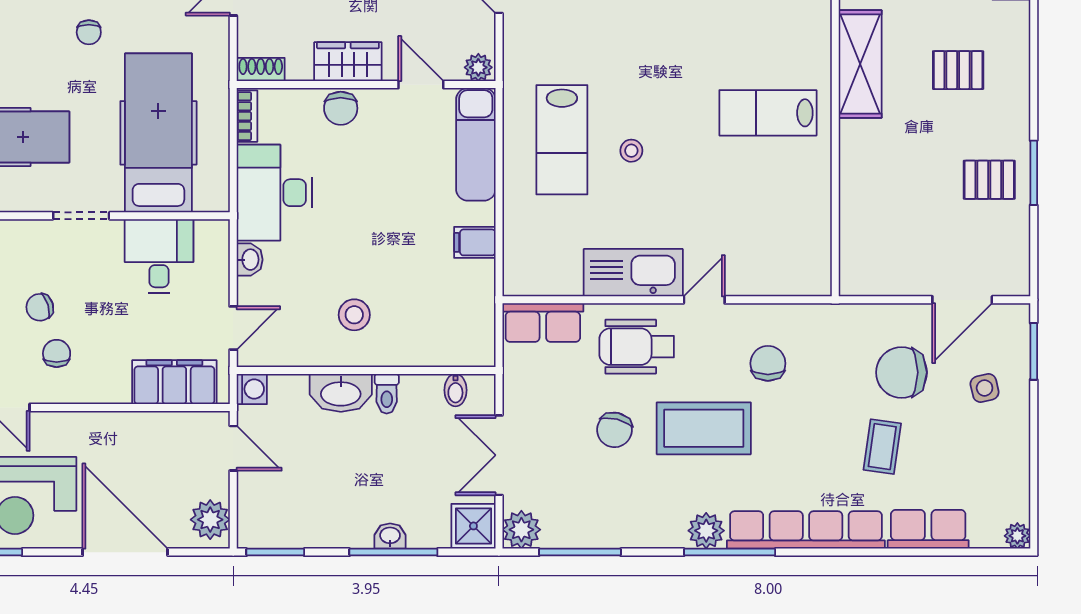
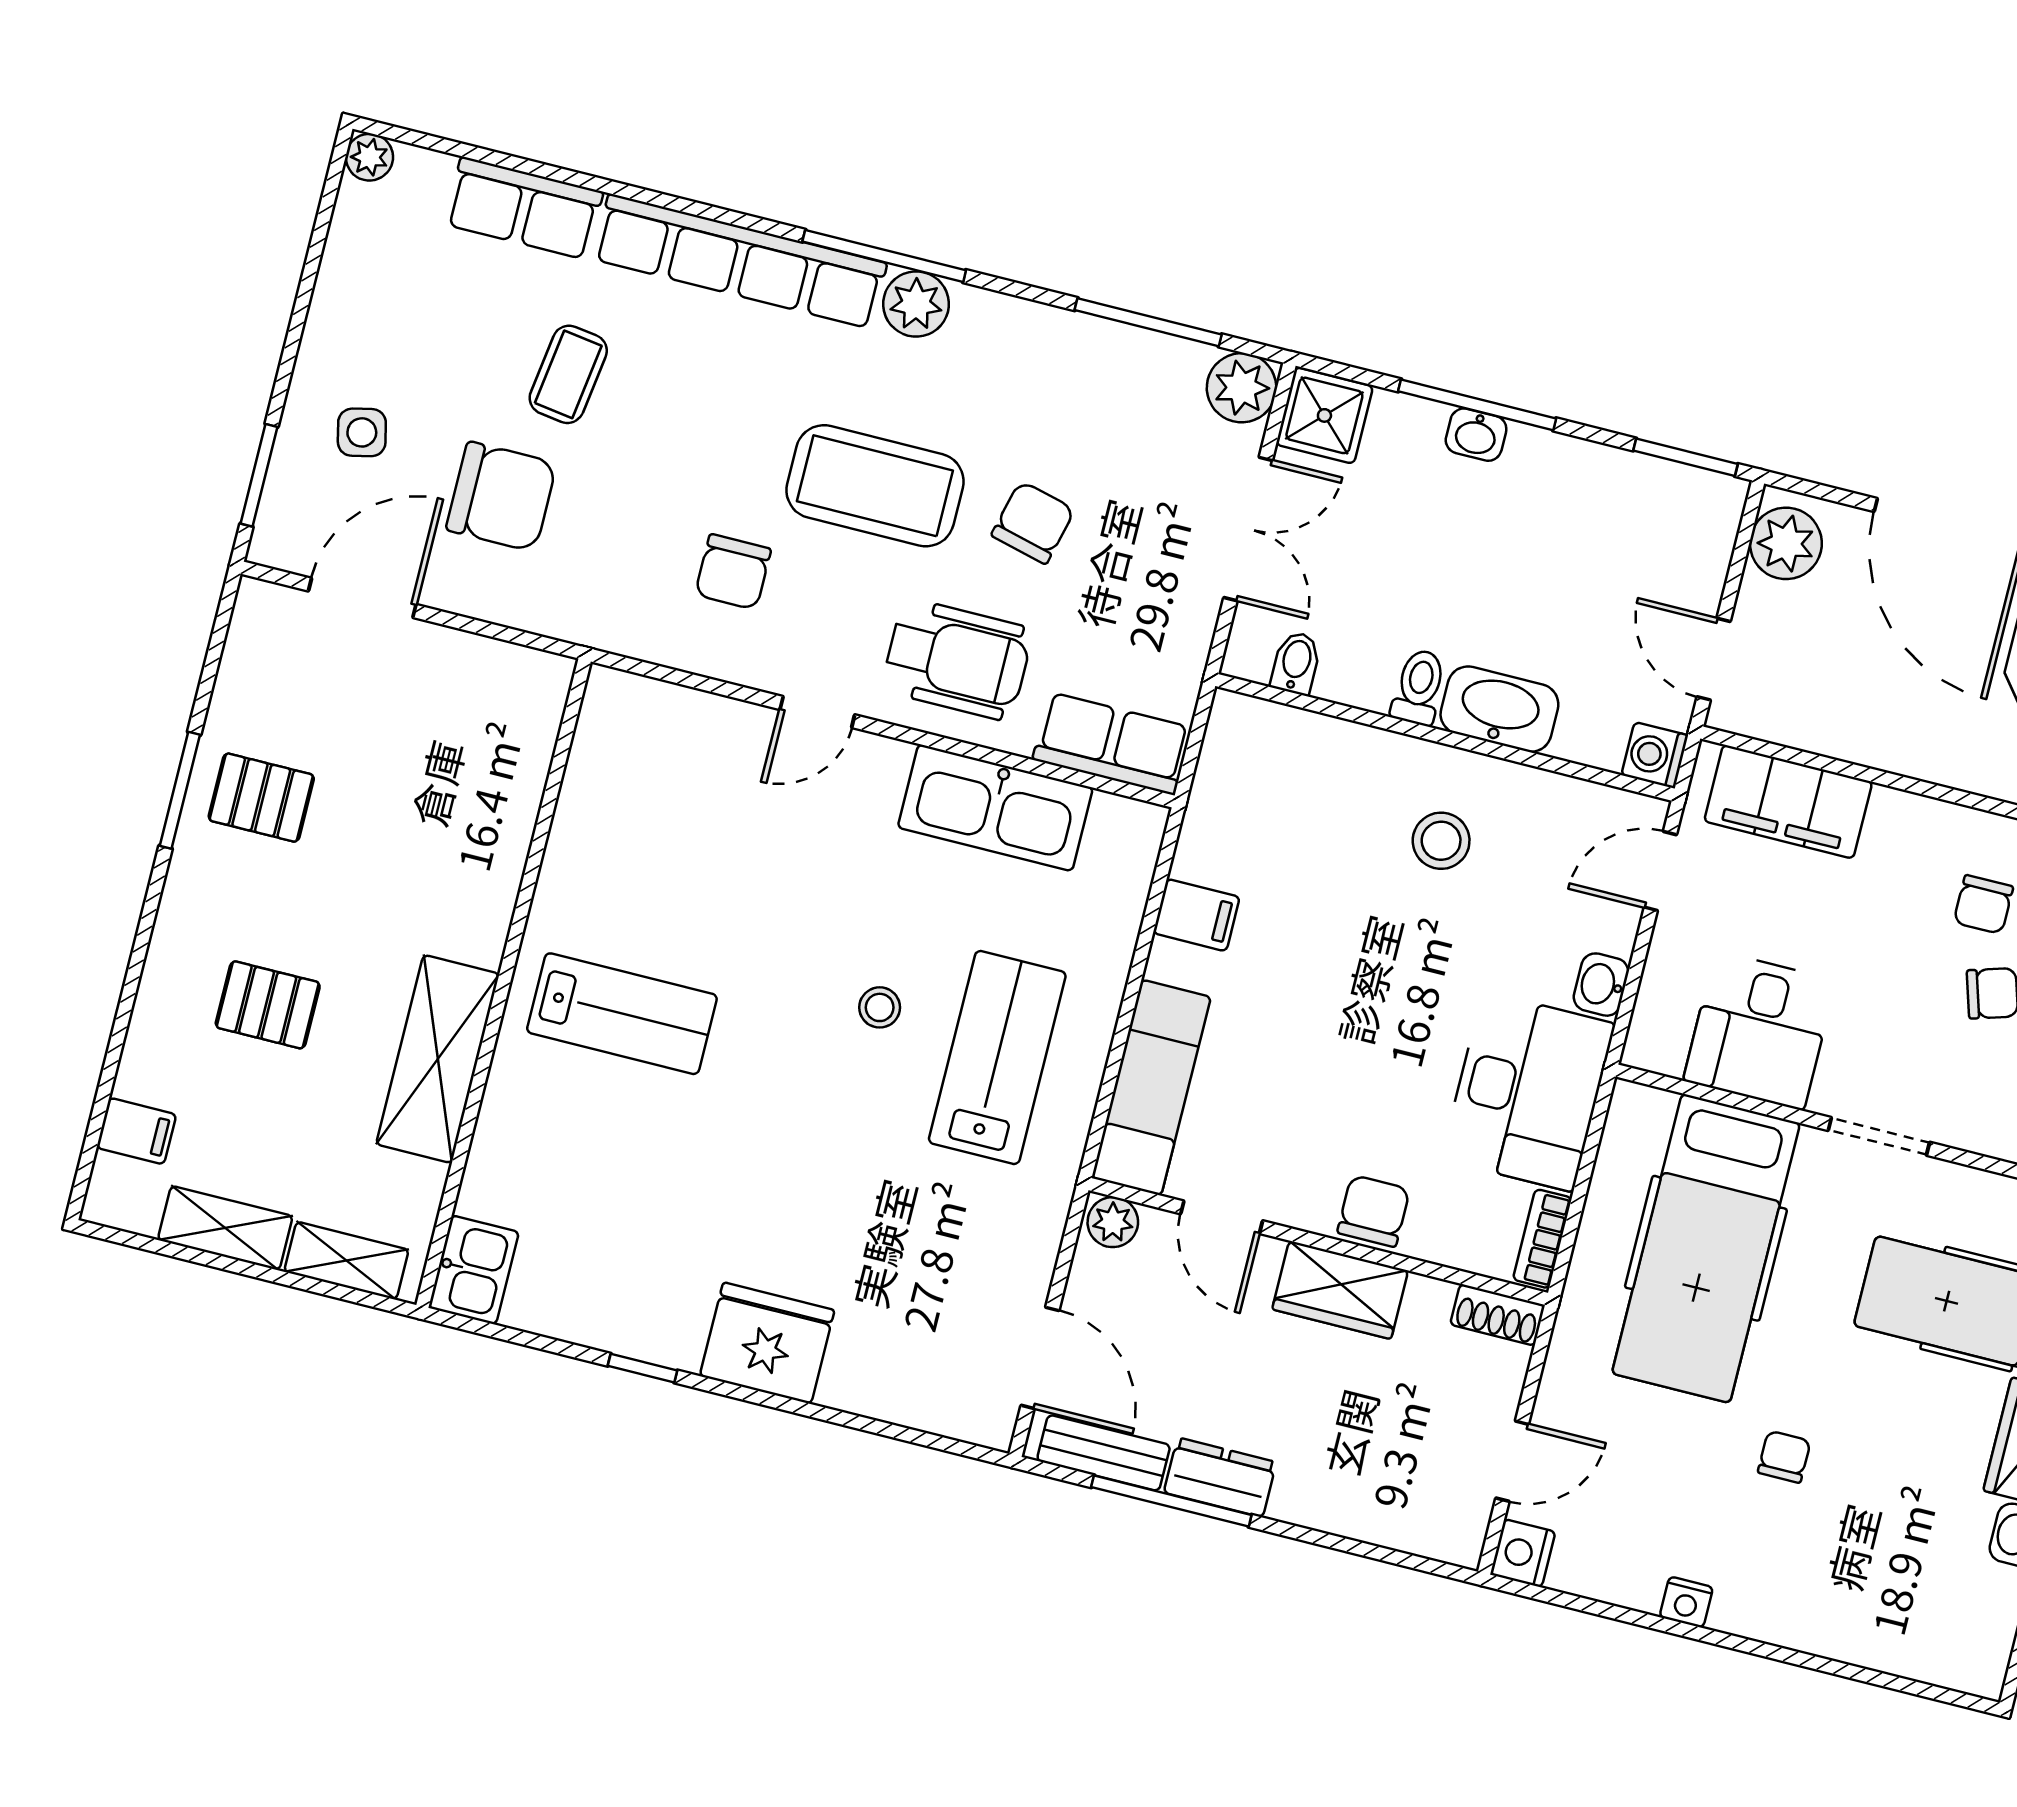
kitchen sink: (633, 273) -> (995, 808), moved

